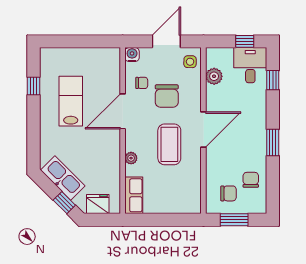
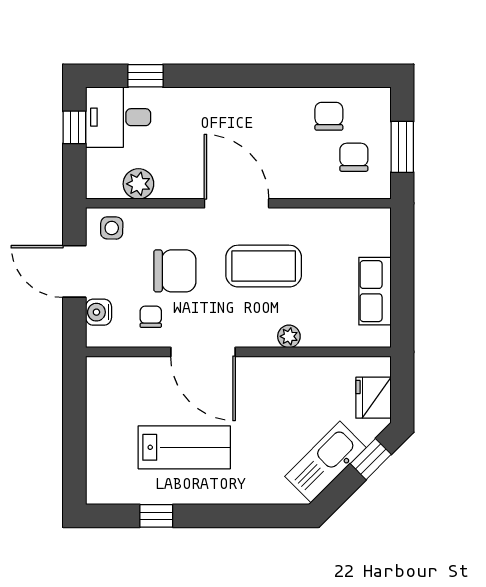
water cooler: (132, 55) -> (99, 312), moved
lab bench: (71, 101) -> (184, 447), turned 180
window: (273, 142) -> (260, 76), removed
chair: (251, 180) -> (329, 116), turned 90
row of seats: (134, 195) -> (375, 291), moved, turned -90

